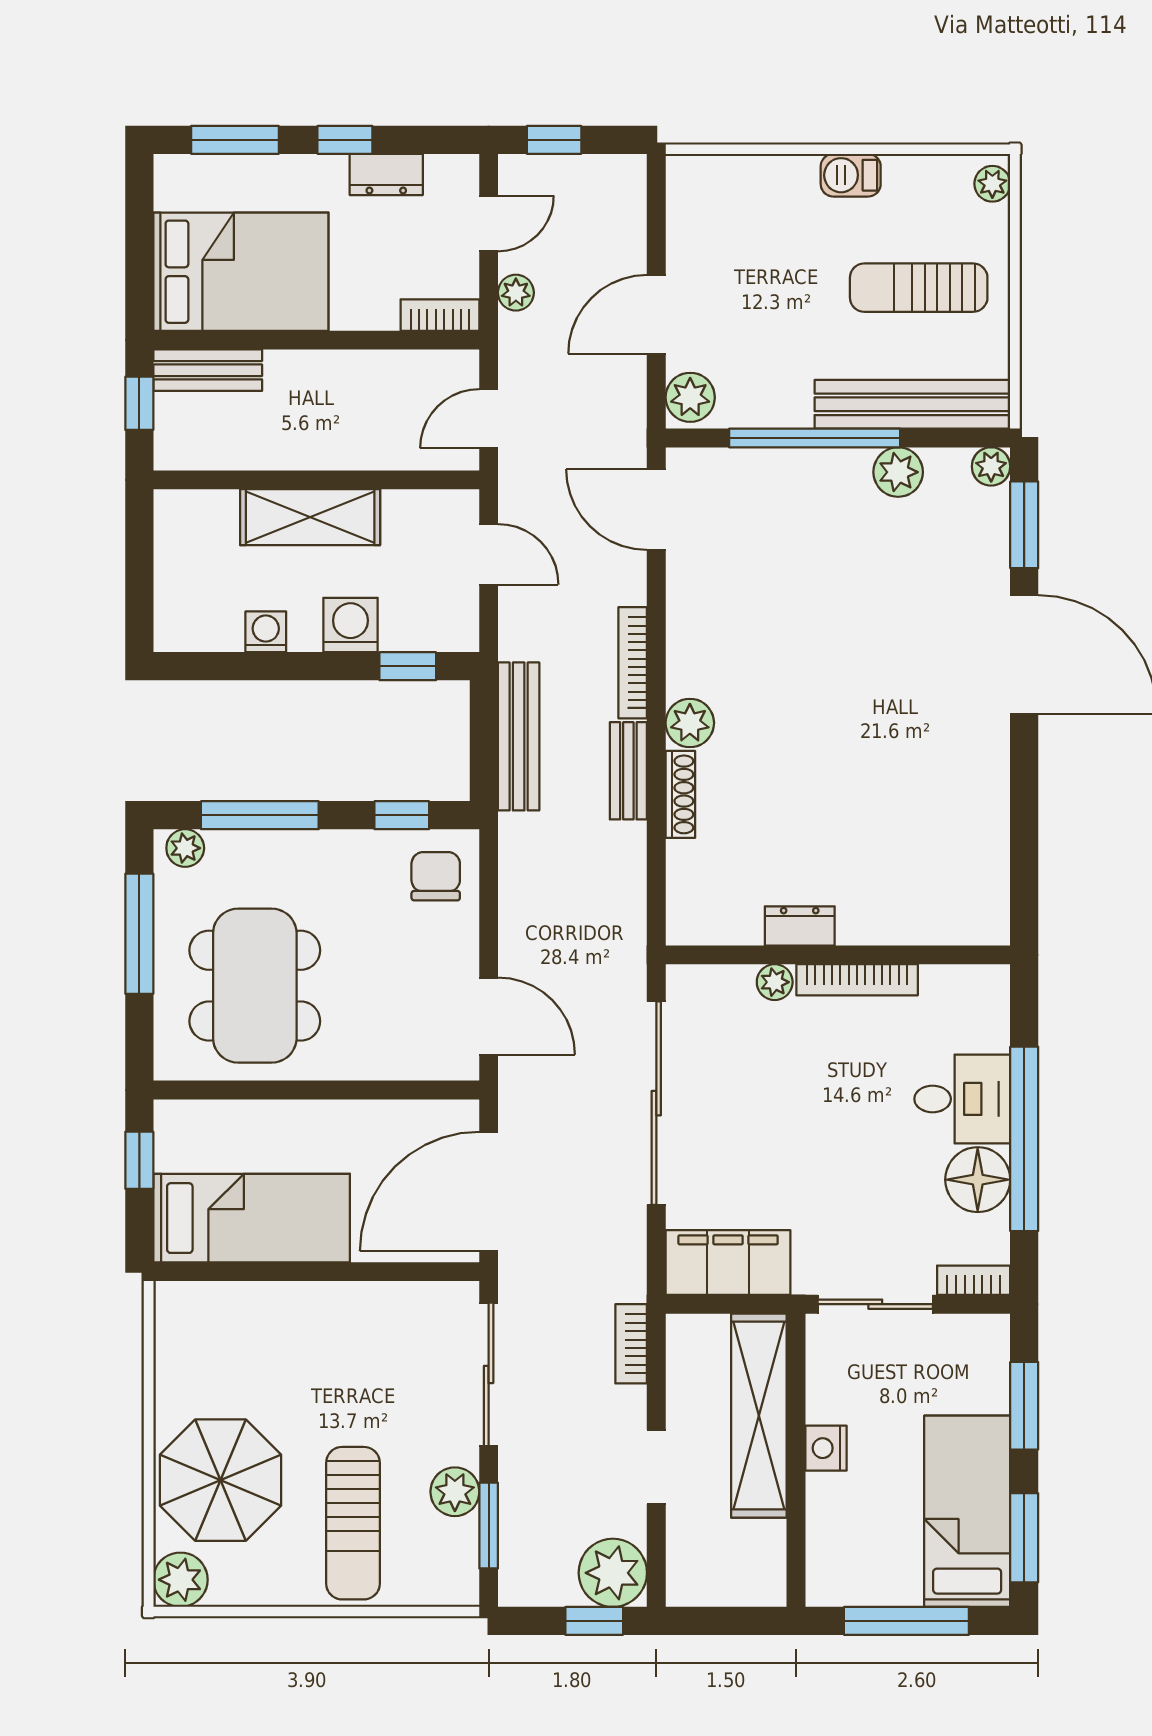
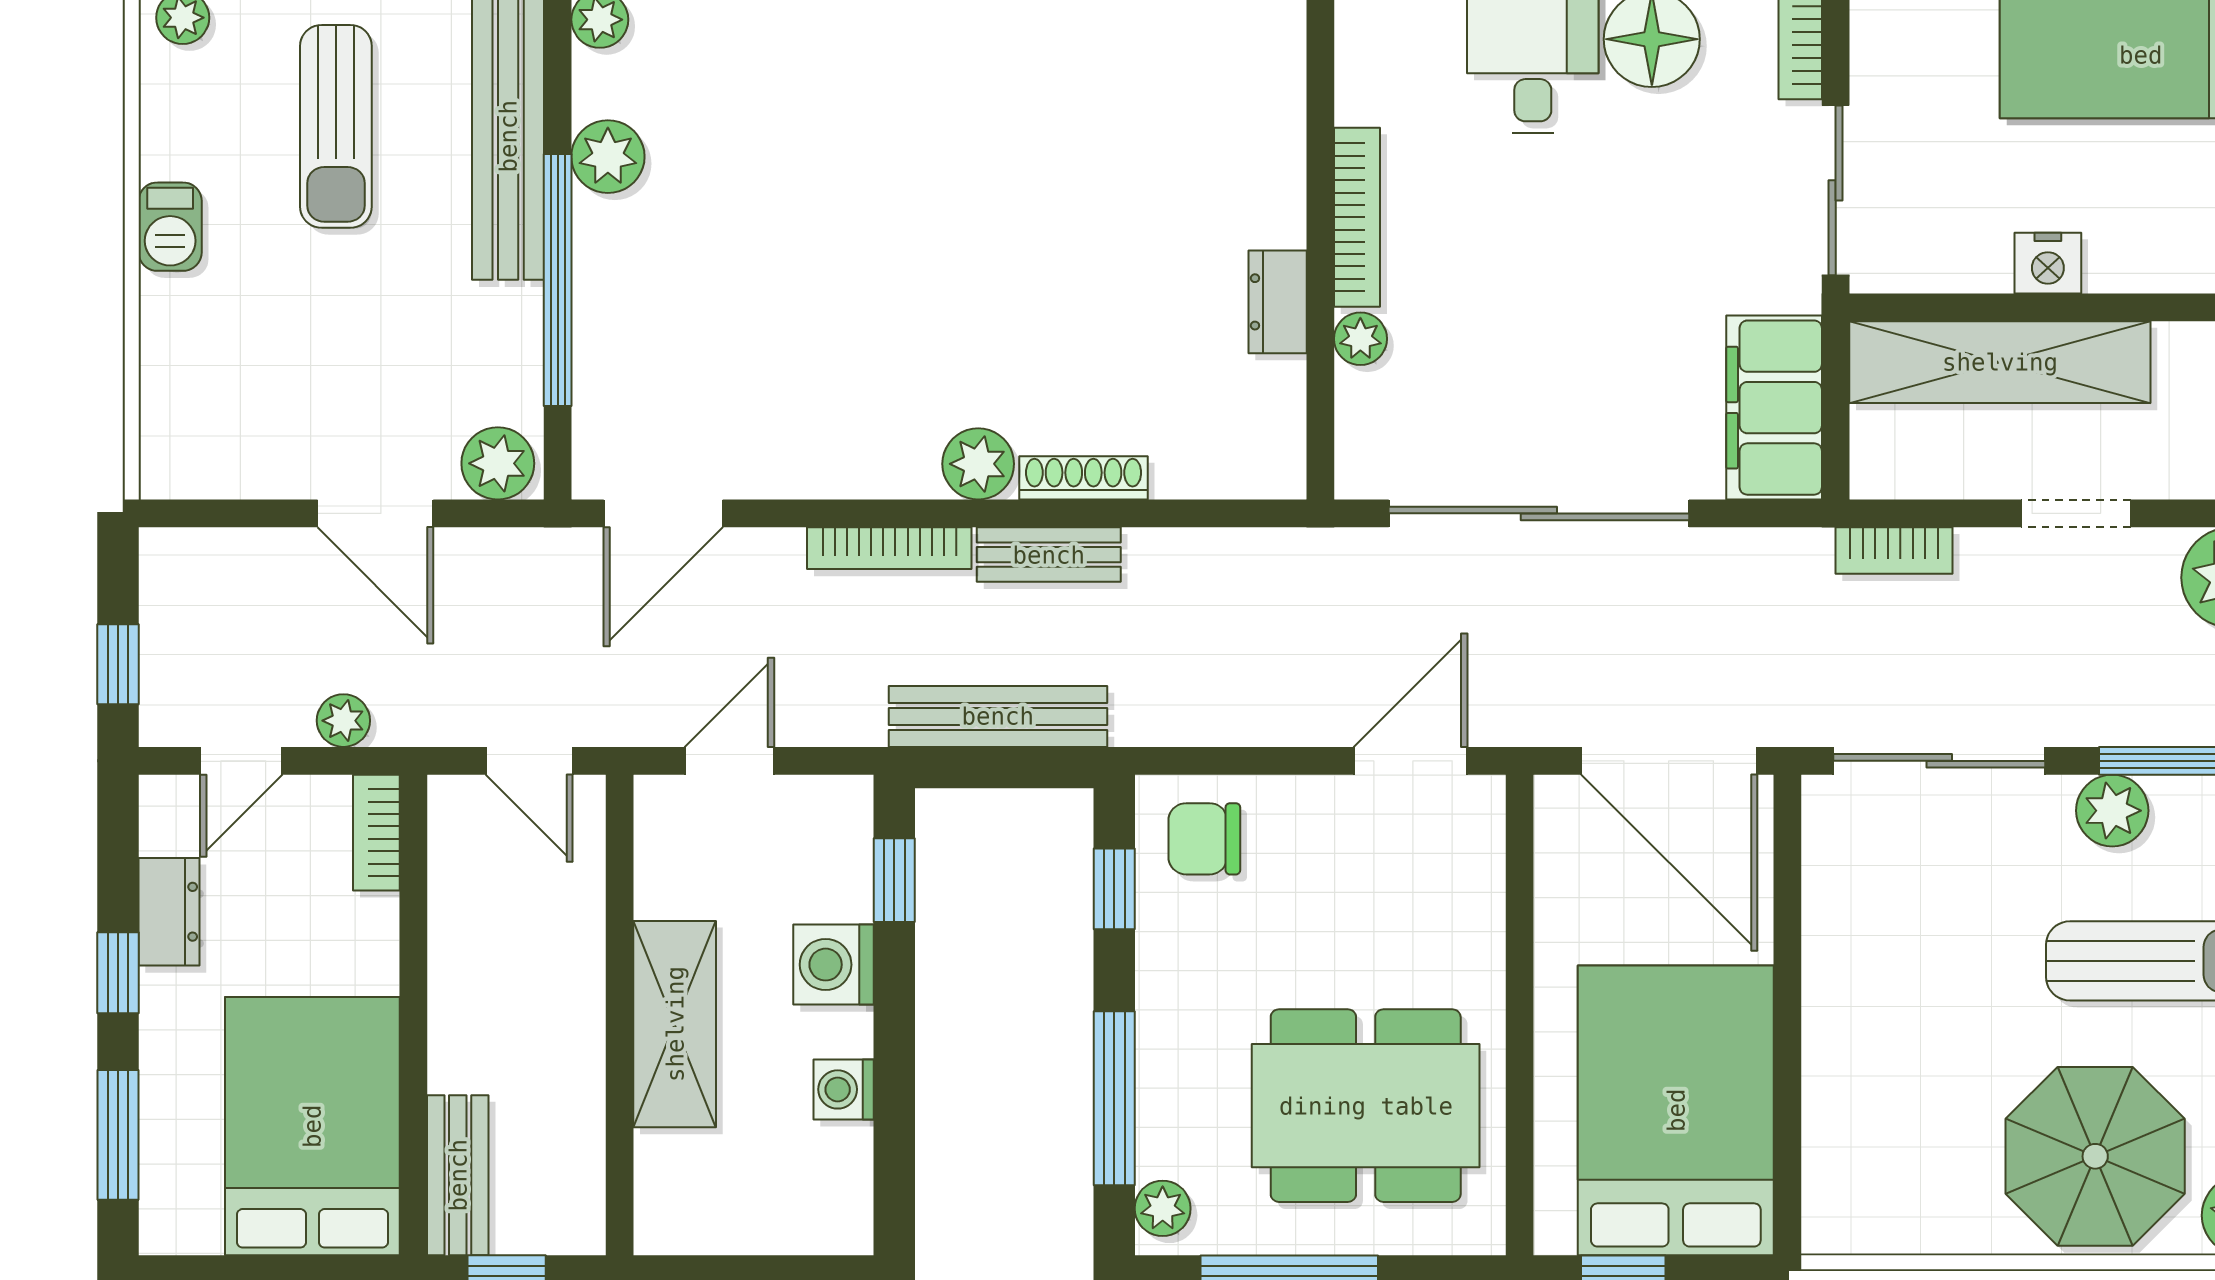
door: (489, 223) -> (241, 761), swing flipped
bed: (252, 1218) -> (1676, 1110), width x1.50

